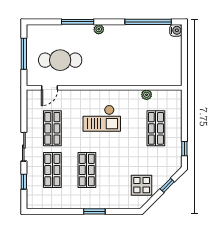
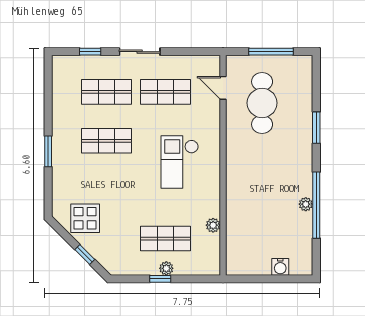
window: (78, 22) -> (316, 128), width x0.69
window: (148, 22) -> (316, 205), moved
plant: (99, 29) -> (306, 204), moved
water cooler: (176, 30) -> (280, 267), moved
plant: (177, 128) -> (166, 268), added
window: (184, 149) -> (160, 279), moved

